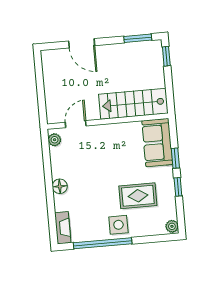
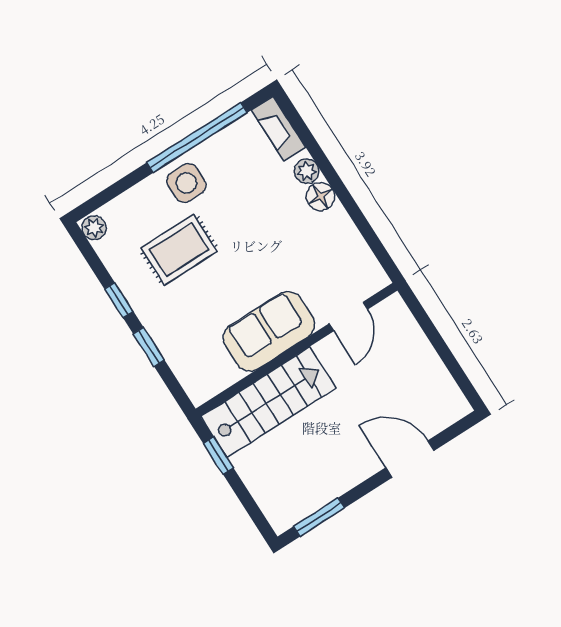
window: (166, 56) -> (218, 456), moved
plant: (55, 140) -> (307, 171), moved
sofa: (157, 143) -> (269, 331), moved, turned -90

